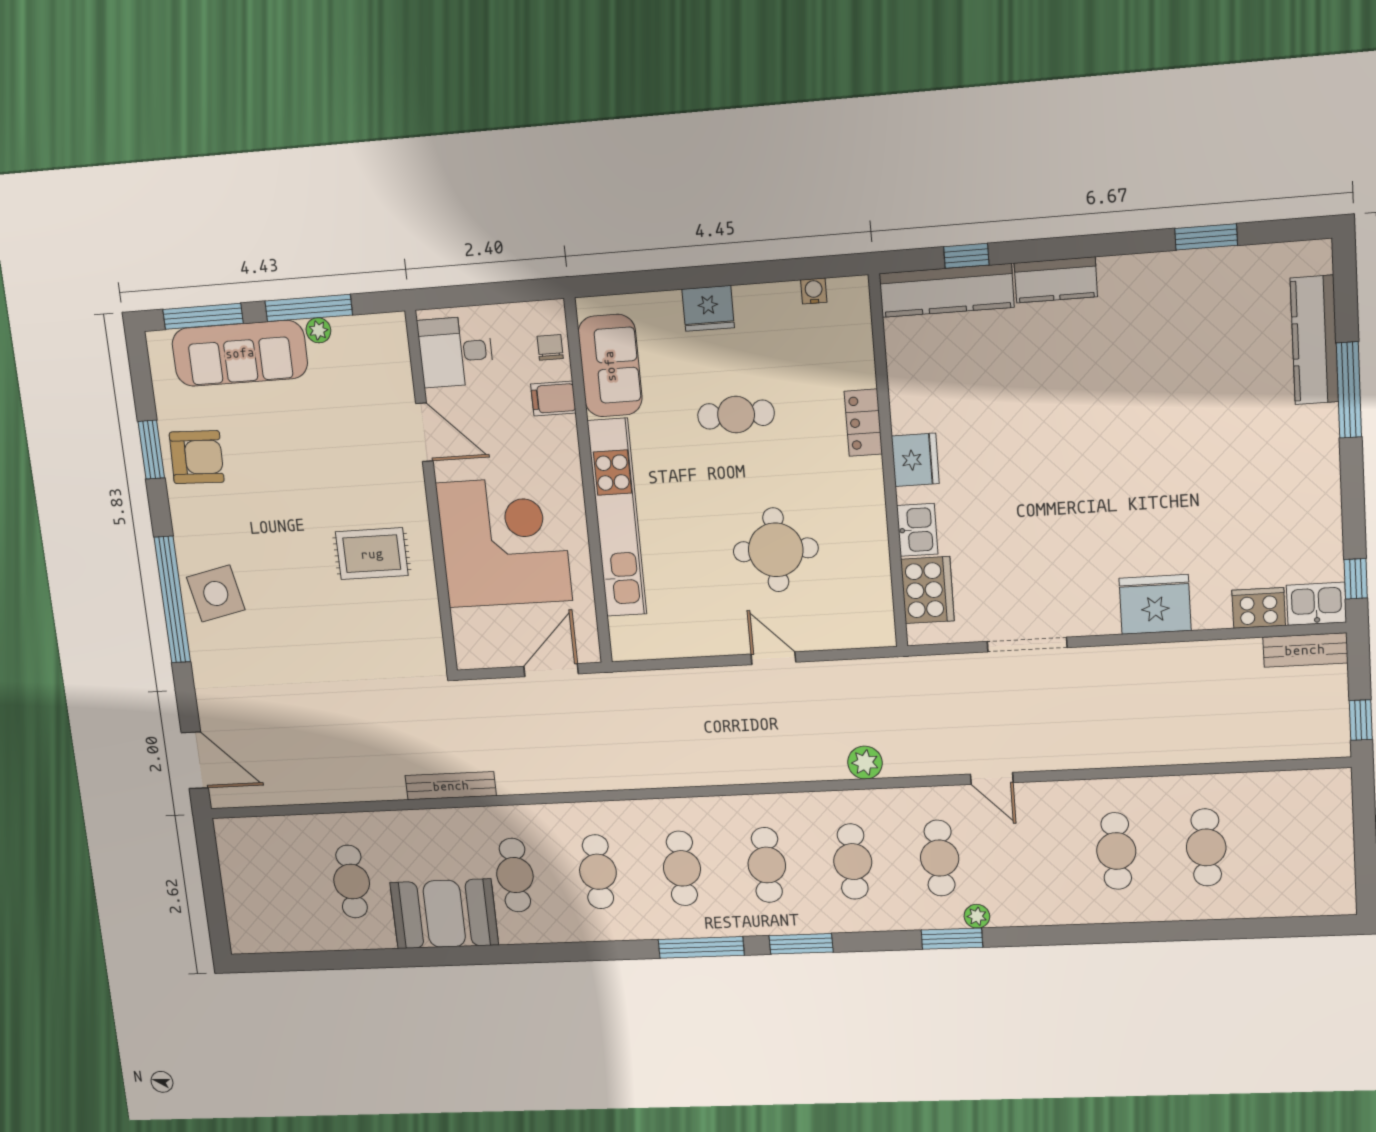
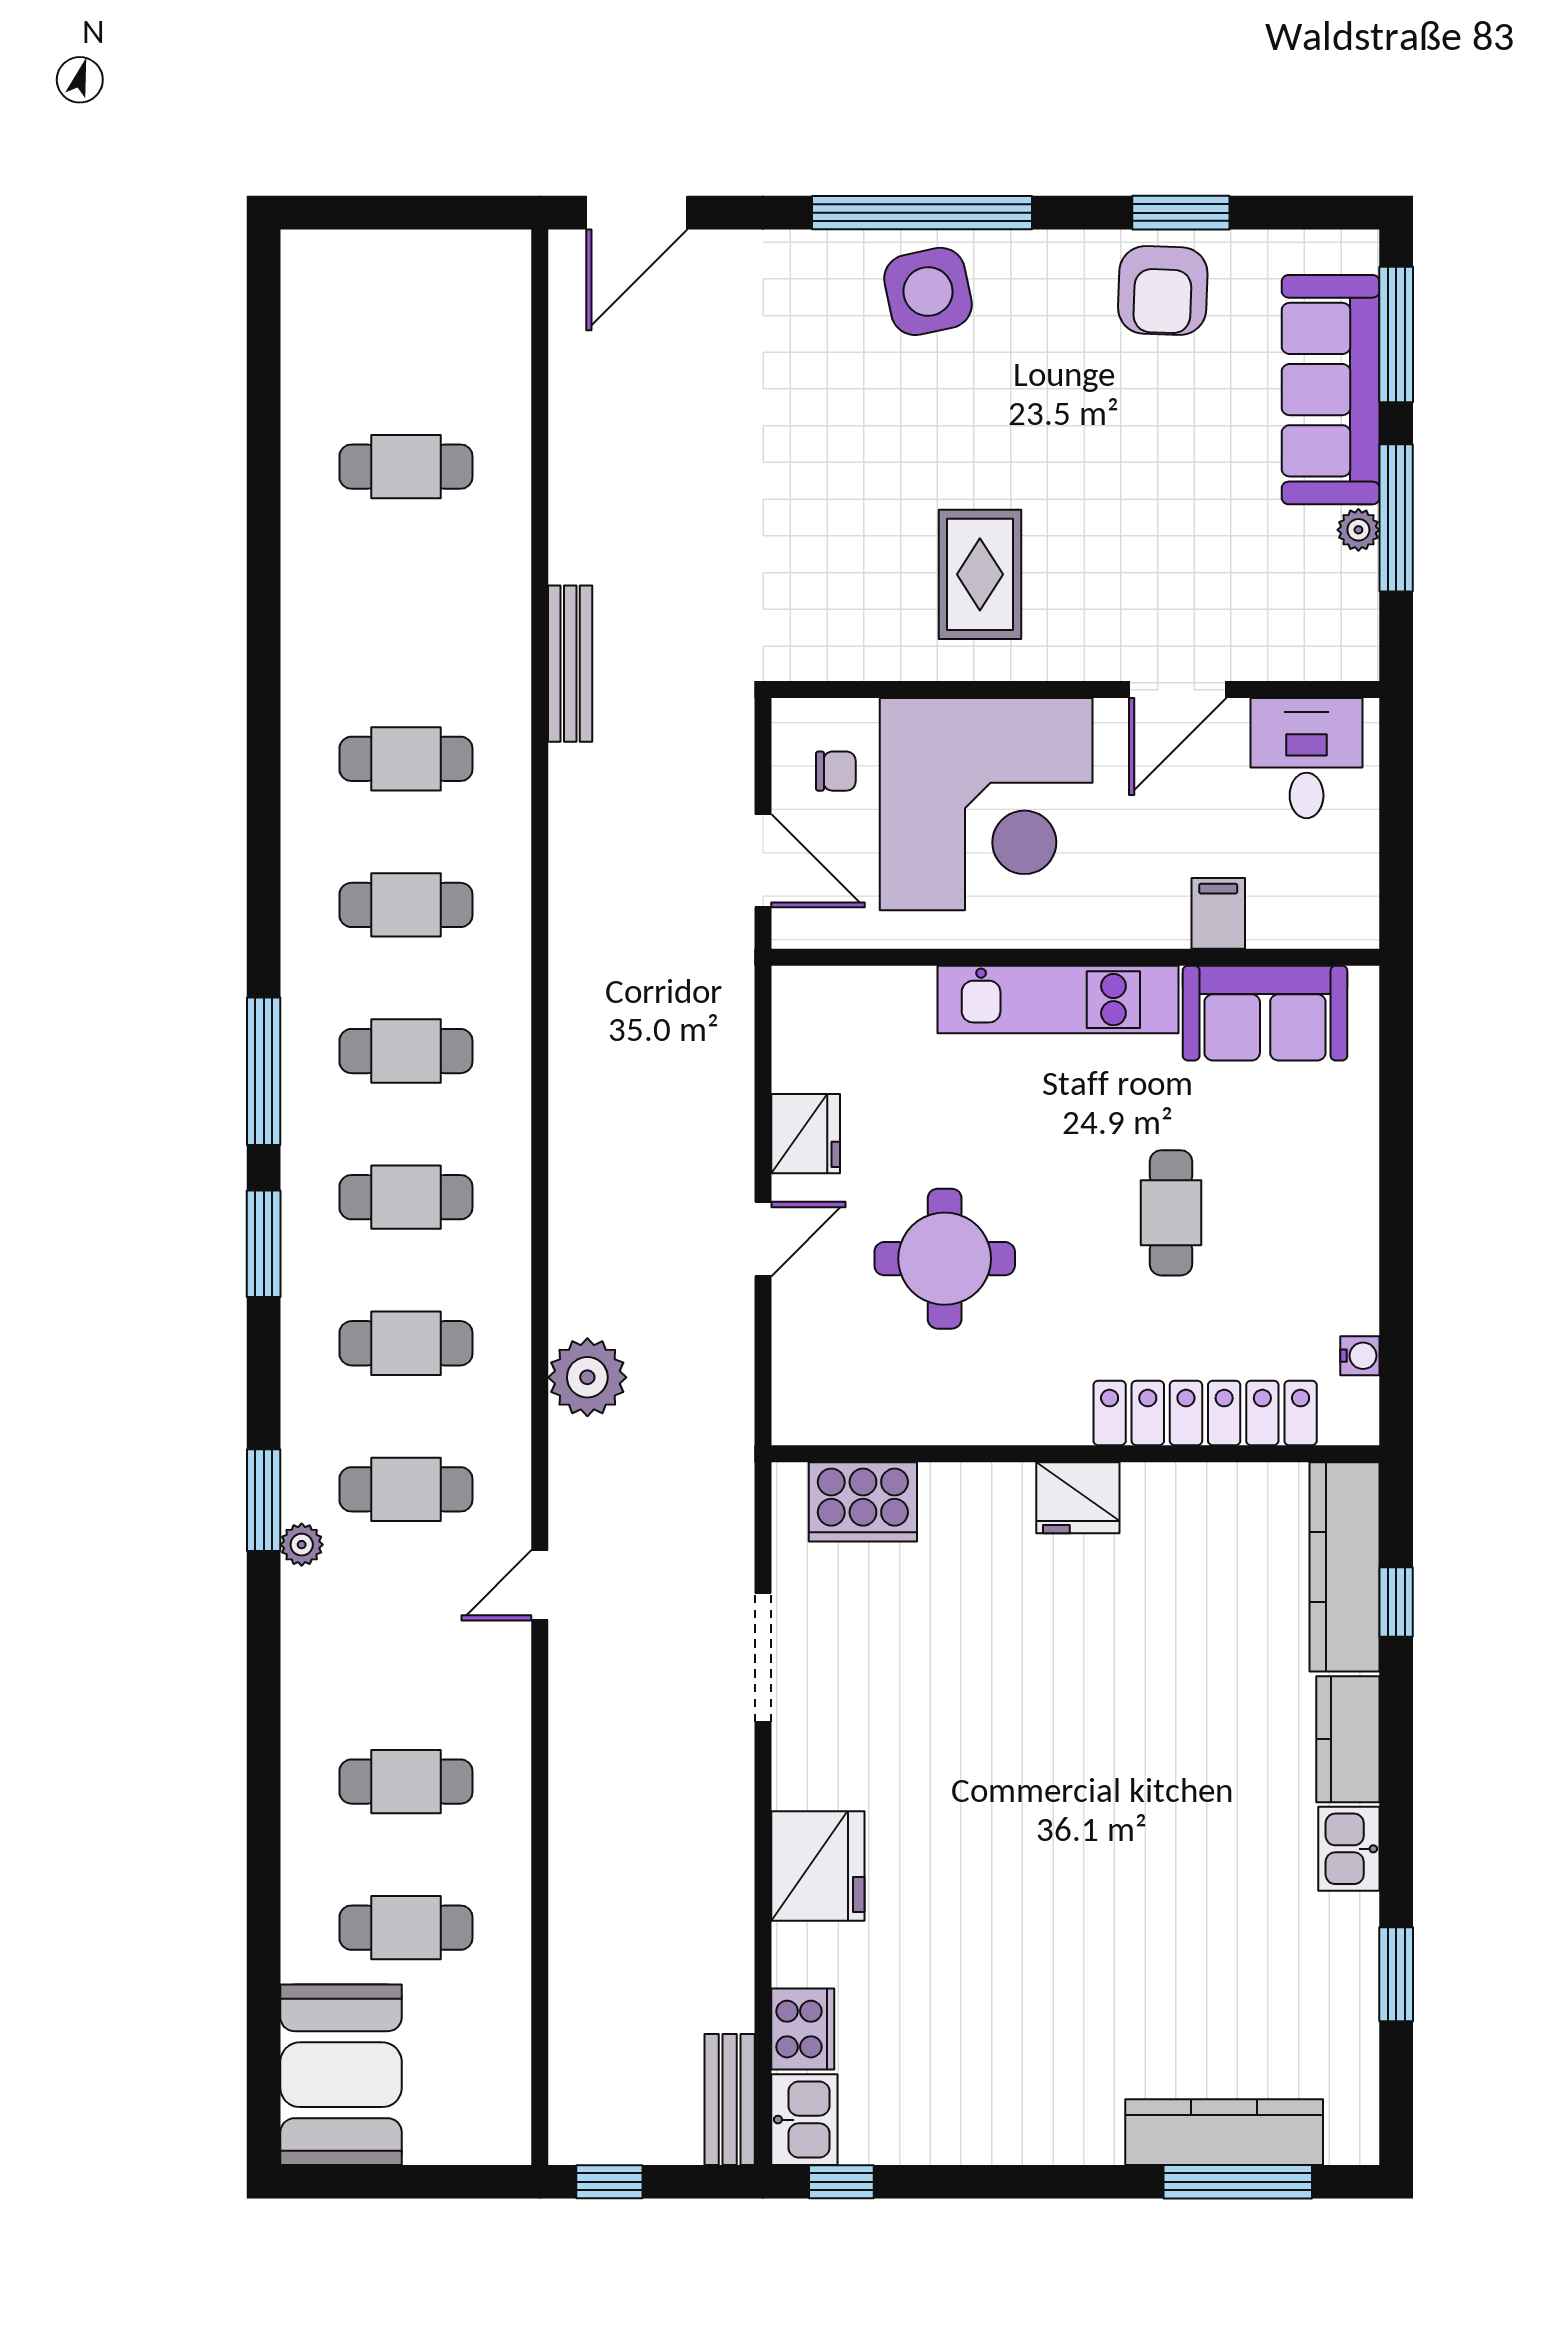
fridge: (708, 308) -> (806, 1134), moved, turned 180
chair: (550, 347) -> (836, 771), moved
window: (1349, 390) -> (1238, 2182), moved
locker: (863, 423) -> (1205, 1413), width x2.16, depth x1.21
kitchen unit: (617, 518) -> (1058, 1000), width x0.73
kitchen sink: (917, 530) -> (1349, 1849), moved, turned 90
plant: (865, 763) -> (587, 1377), width x1.36, depth x1.36
booth: (444, 914) -> (341, 2075), moved

